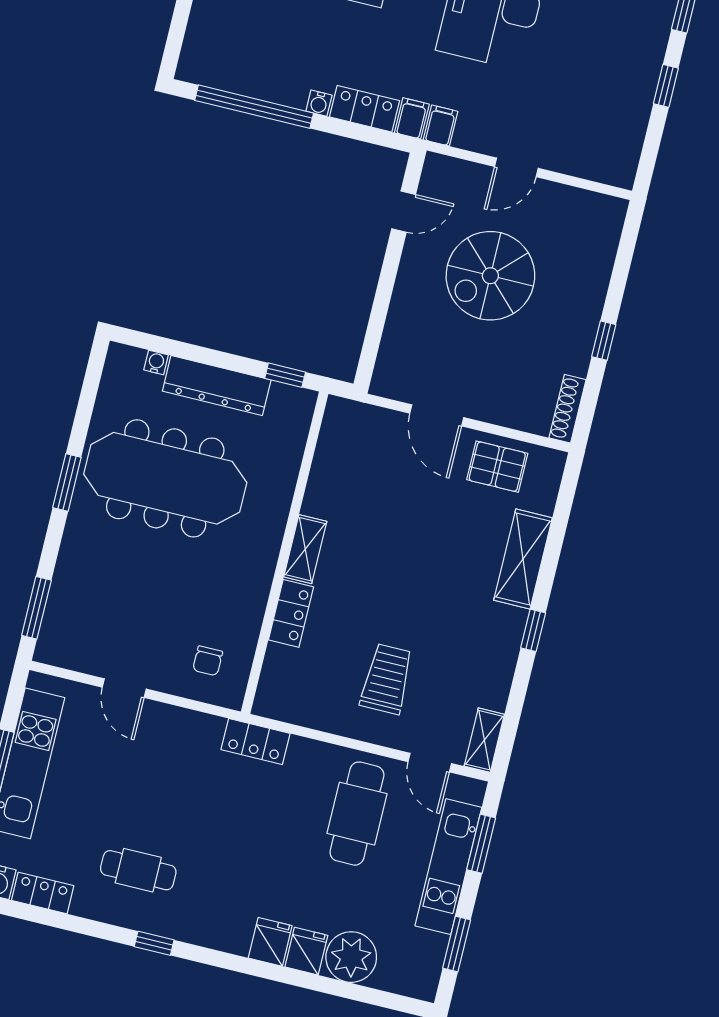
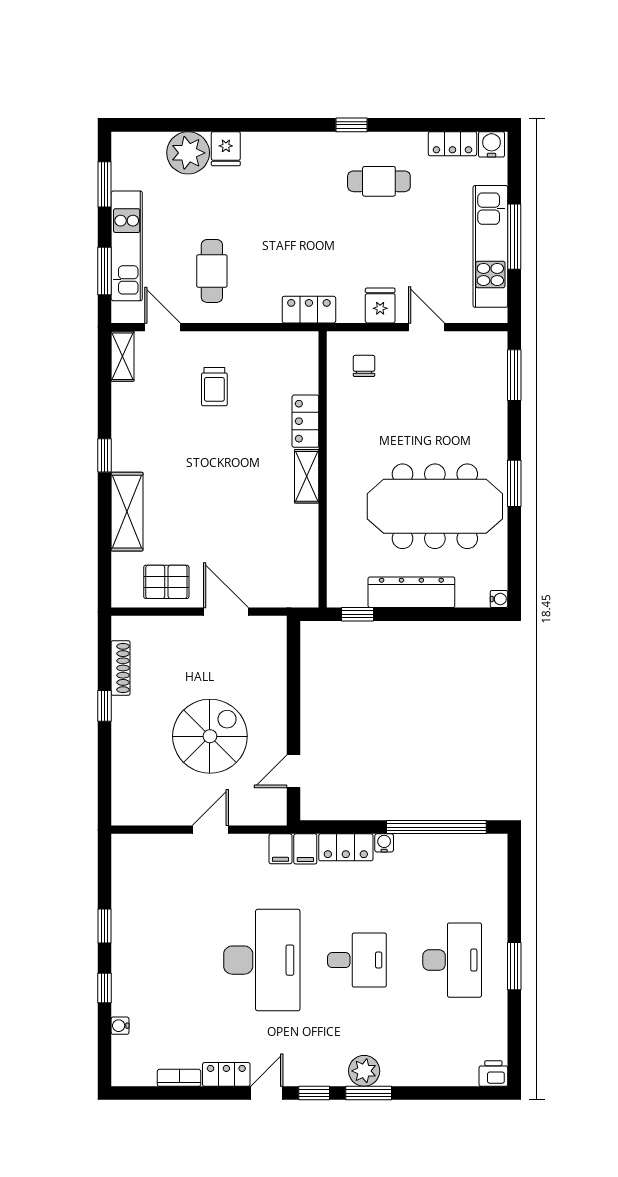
water cooler: (156, 362) -> (499, 599), moved, turned -90
shoe rack: (568, 409) -> (121, 668), moved
trolley: (387, 679) -> (214, 387), width x0.73, depth x0.72
cafe table: (357, 814) -> (212, 271), width x0.73, depth x0.74
fridge: (270, 942) -> (380, 305), moved, turned 180

